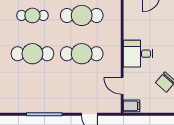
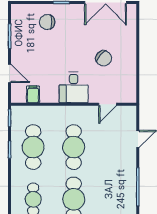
filing cabinet: (132, 106) -> (33, 94), moved

